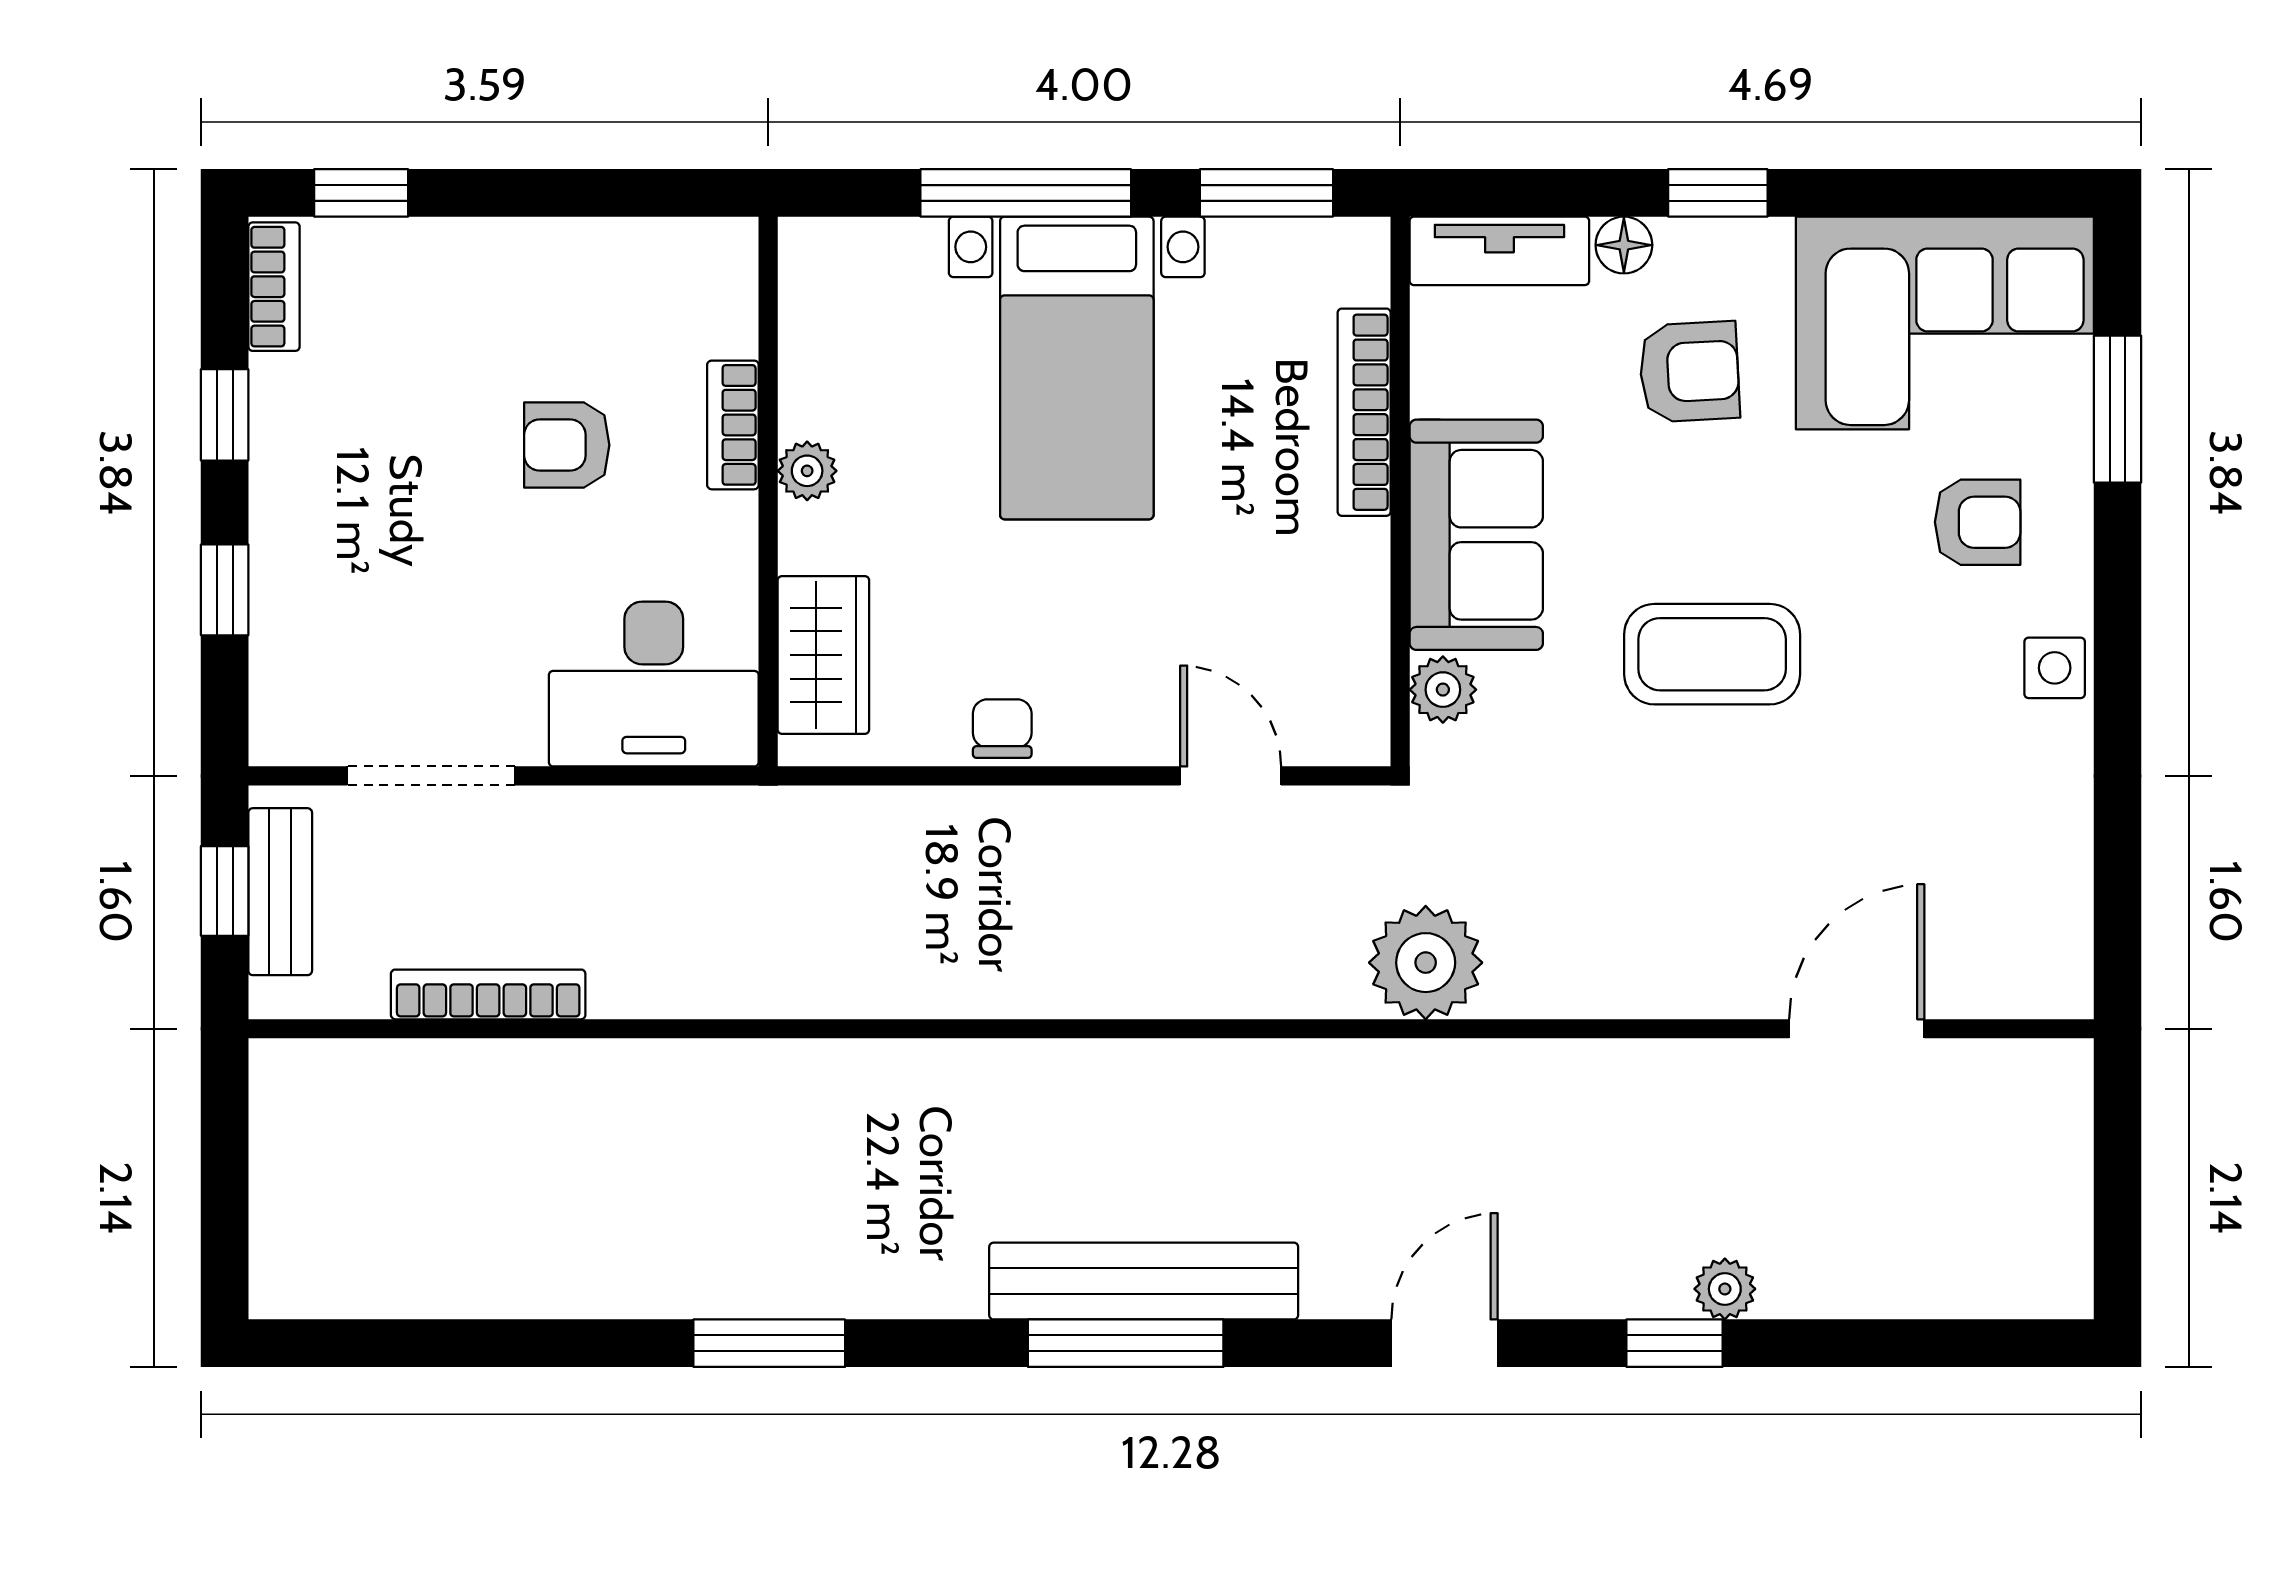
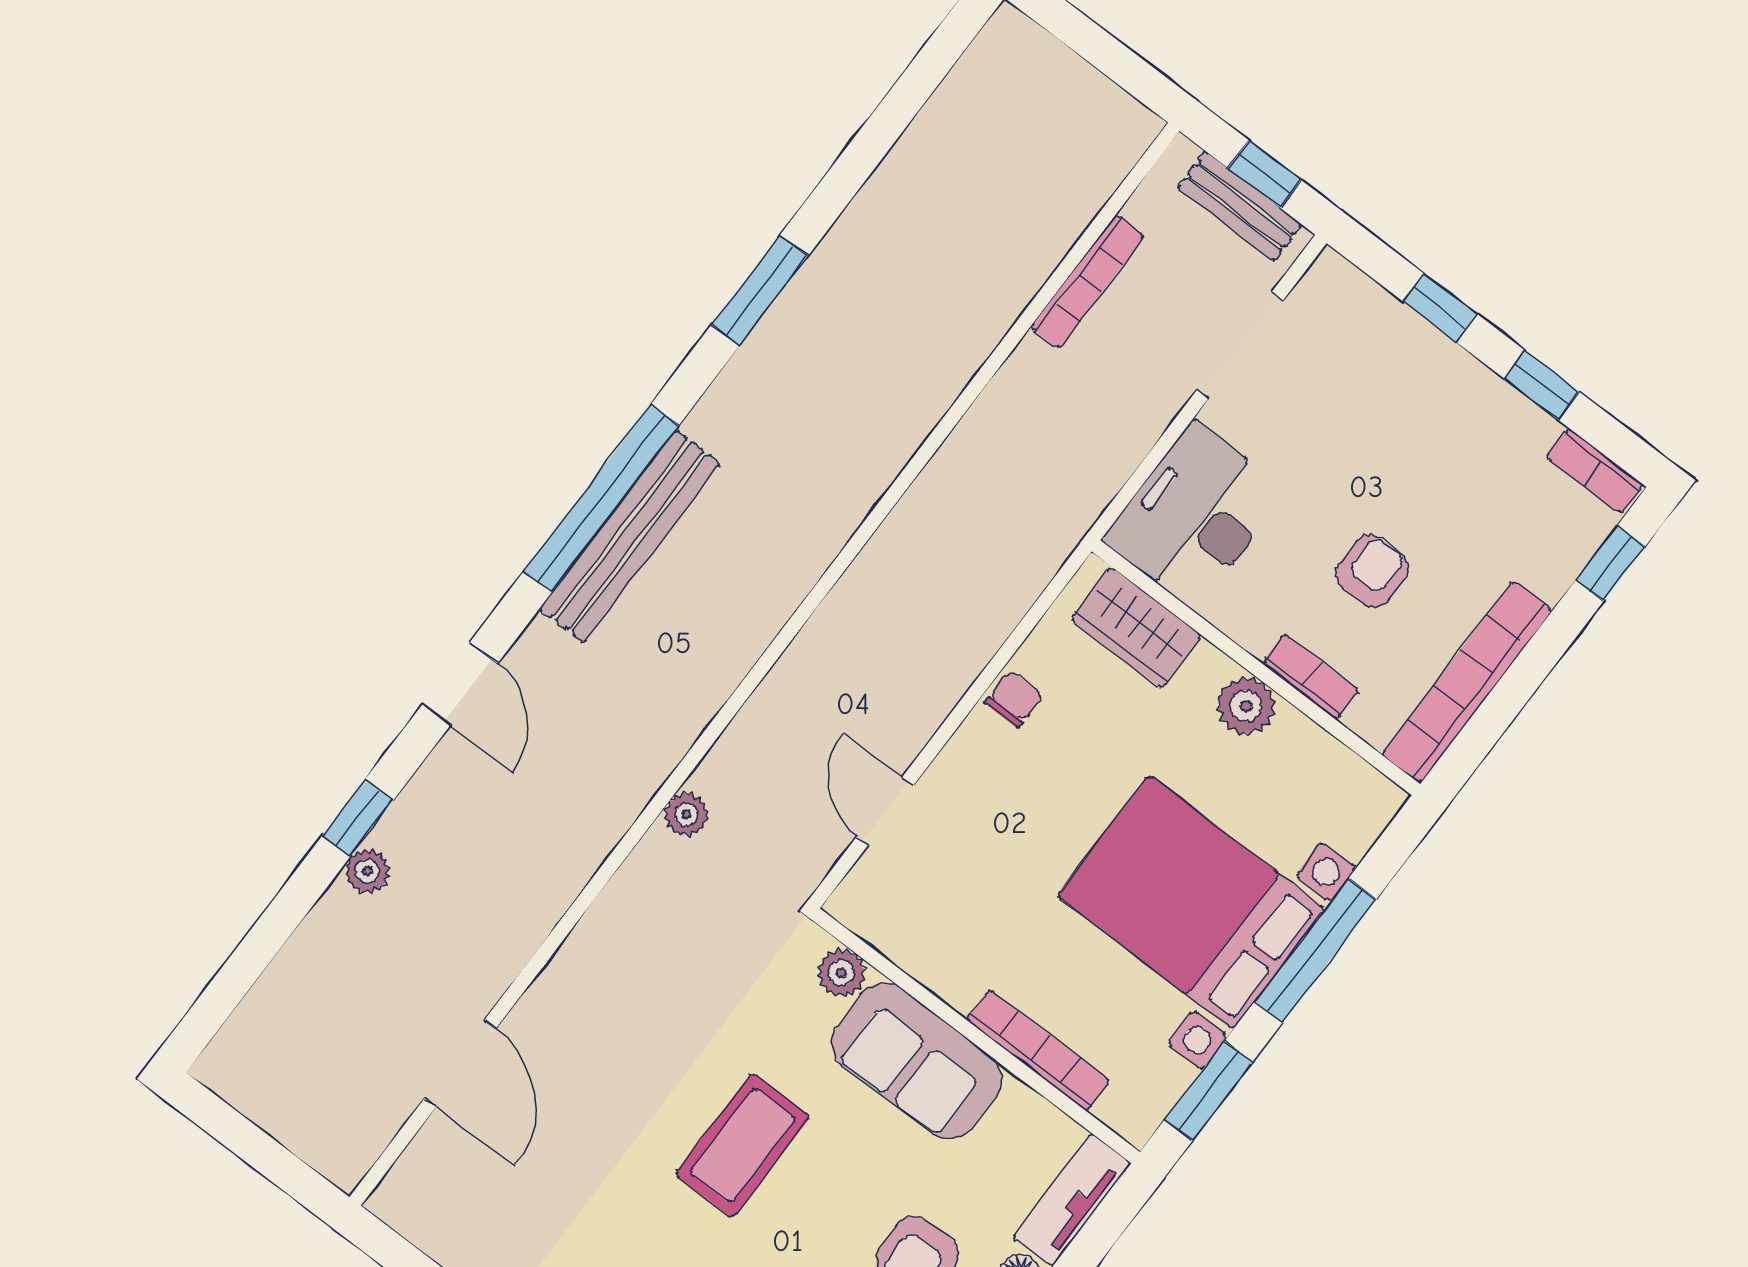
bookcase: (609, 251) -> (1467, 682), added
bed with nightstands: (1077, 368) -> (1191, 902), width x1.36
plant: (807, 471) -> (1246, 706), width x1.38, depth x1.38
chair: (1002, 729) -> (1014, 699), turned -90
door: (1231, 776) -> (885, 811), swing flipped
plant: (1426, 963) -> (686, 814), width x0.53, depth x0.53
window: (1126, 1343) -> (601, 498), width x1.46

